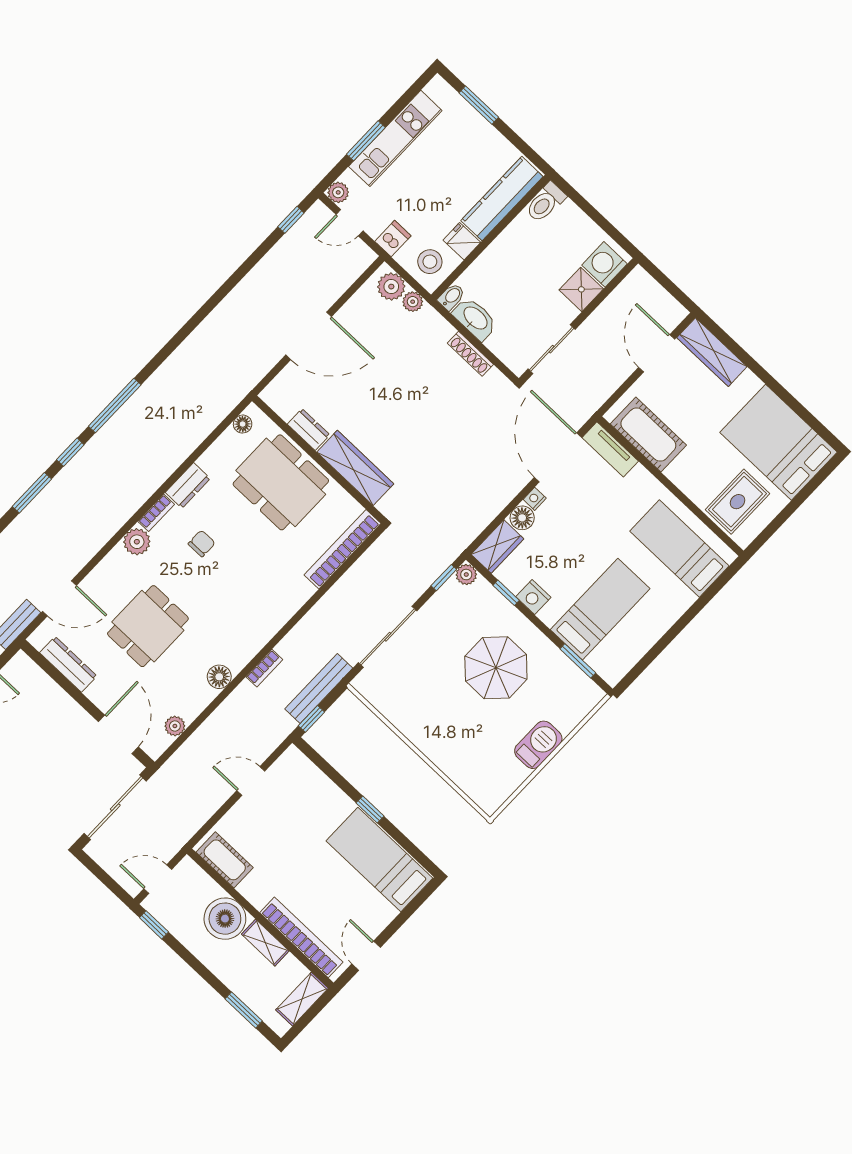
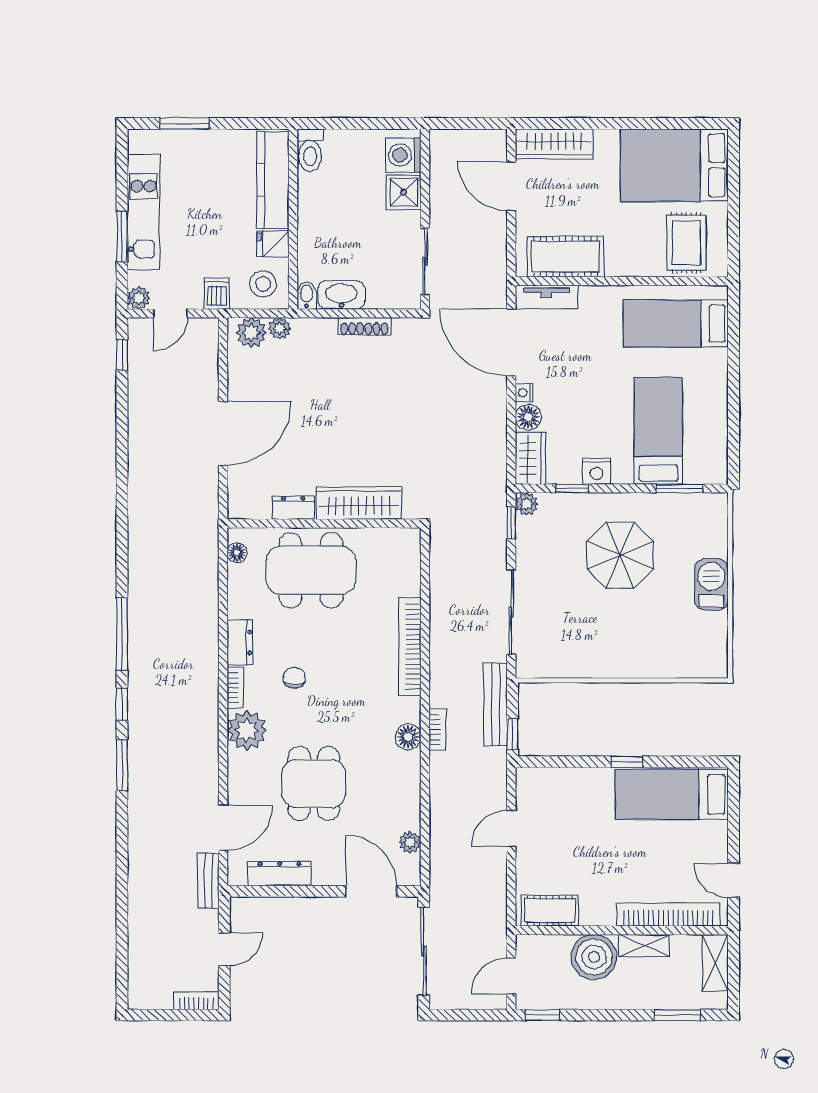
plant: (137, 542) -> (247, 730), width x1.36, depth x1.36
bookcase: (342, 549) -> (410, 647), moved
floor lamp: (219, 677) -> (408, 737), moved

